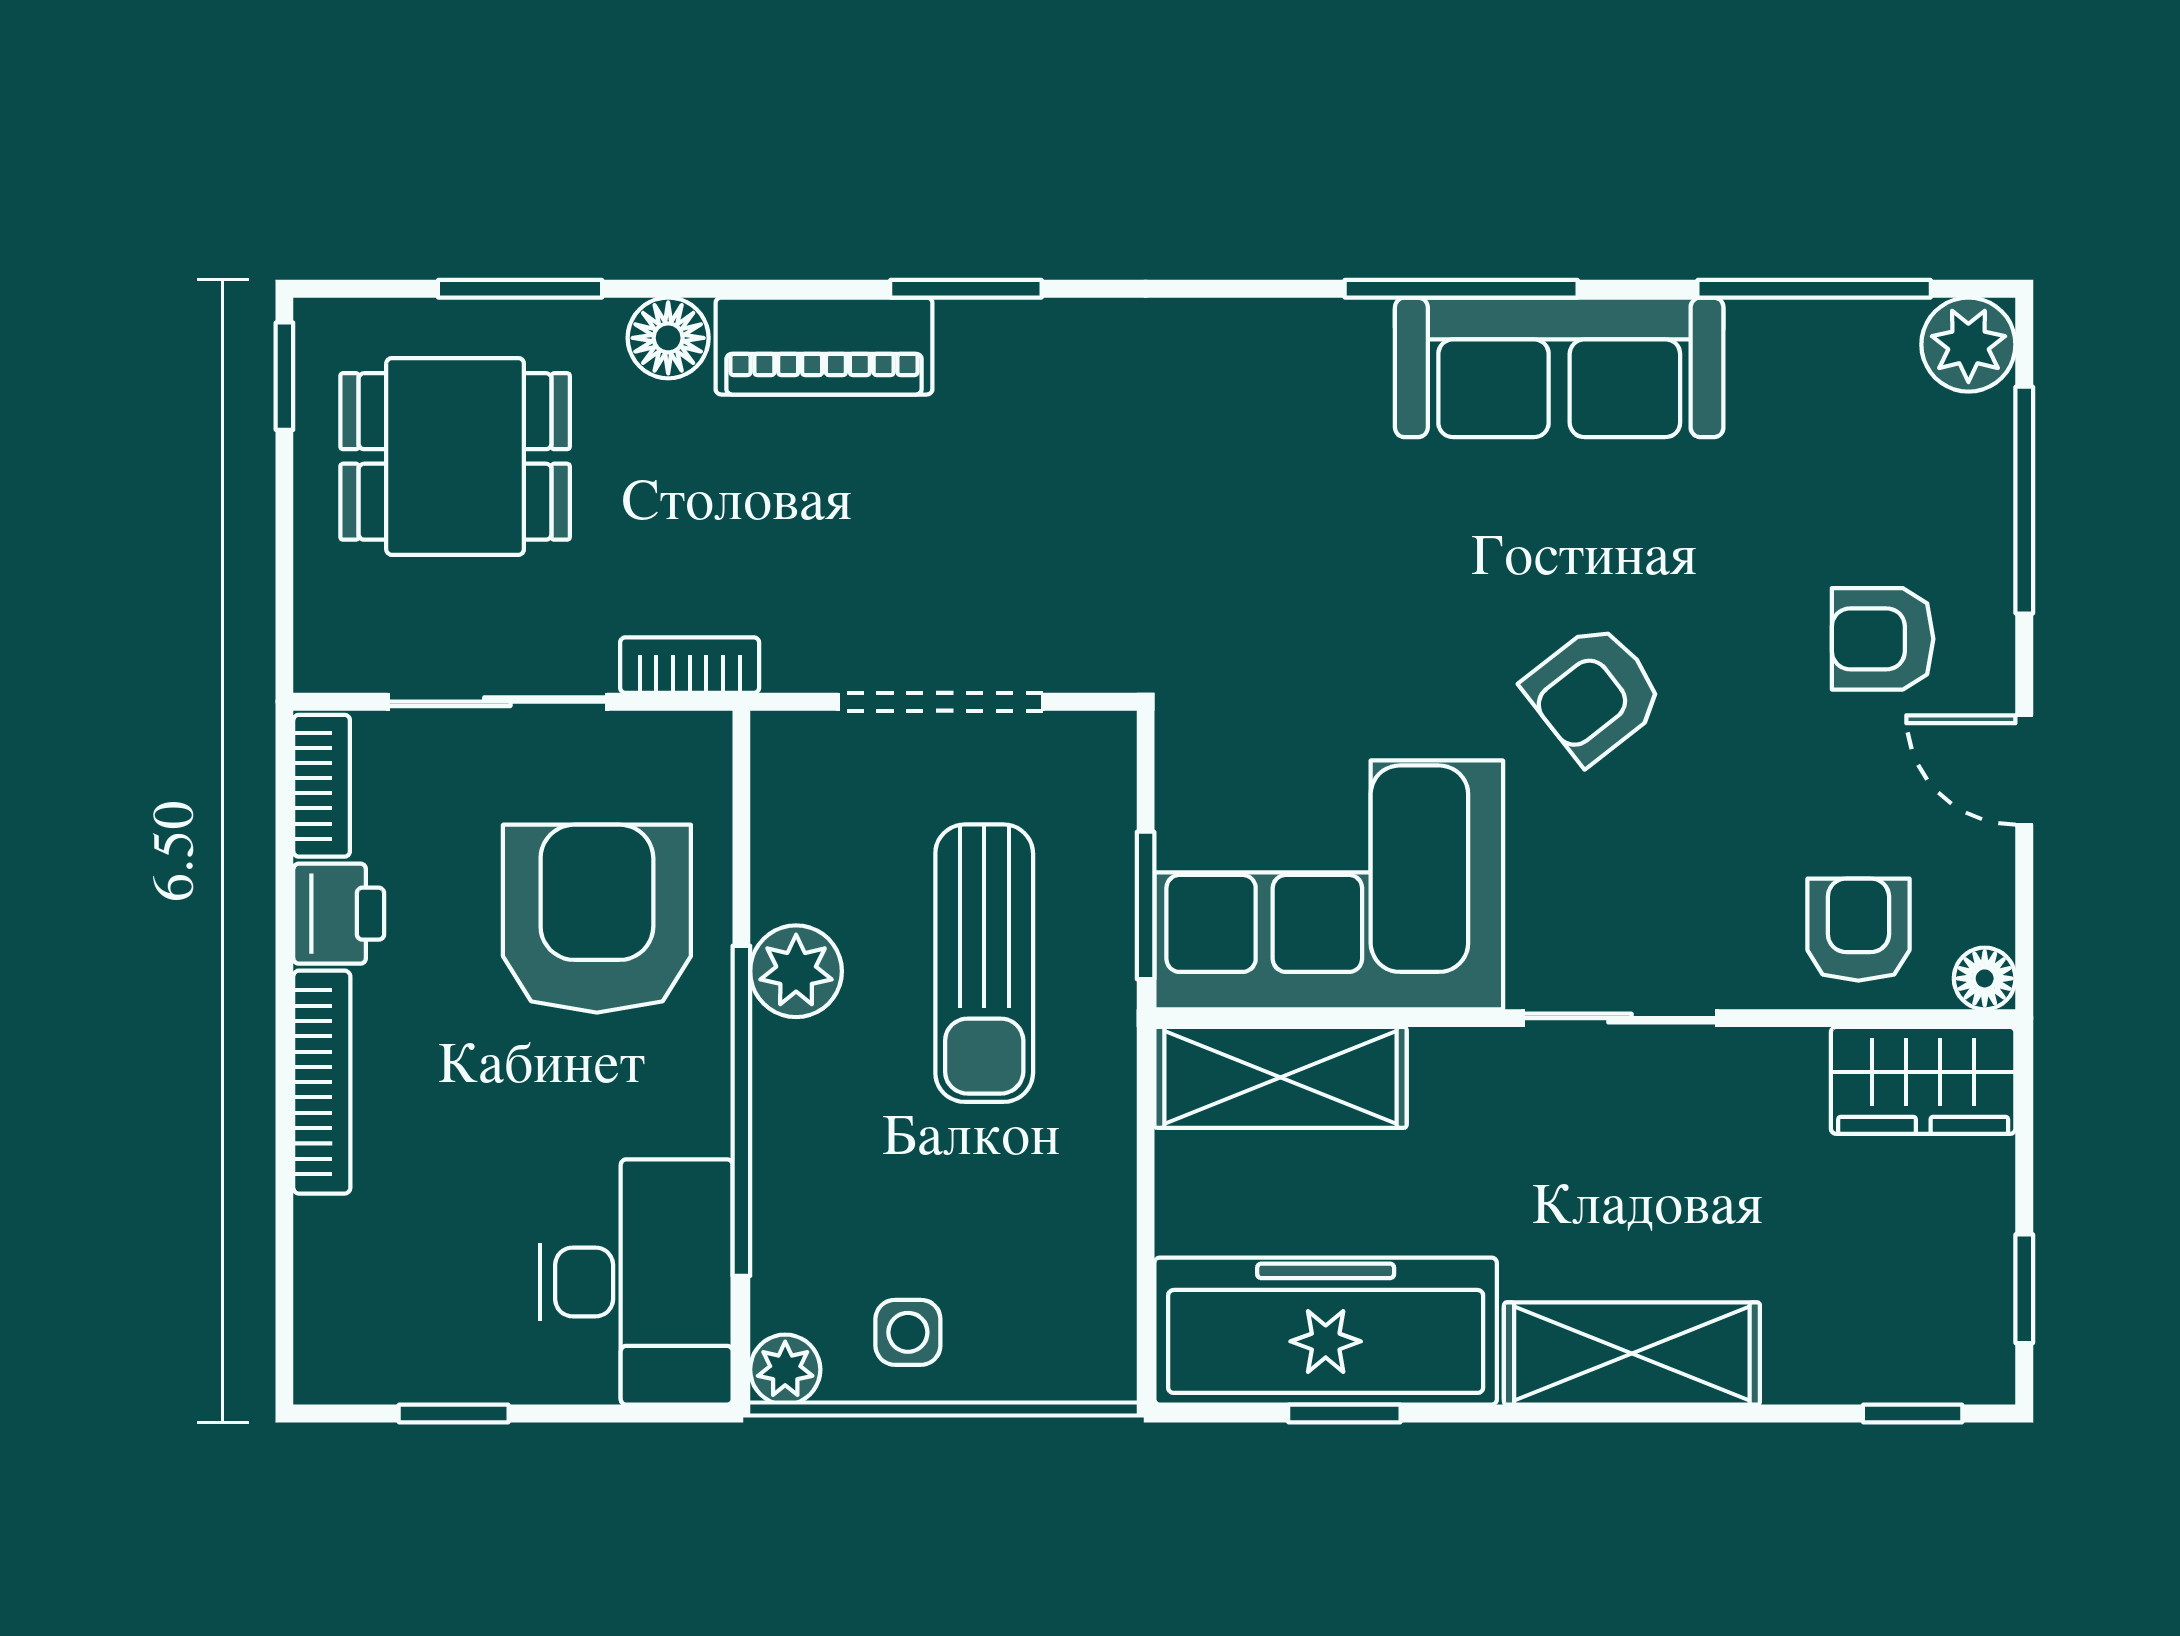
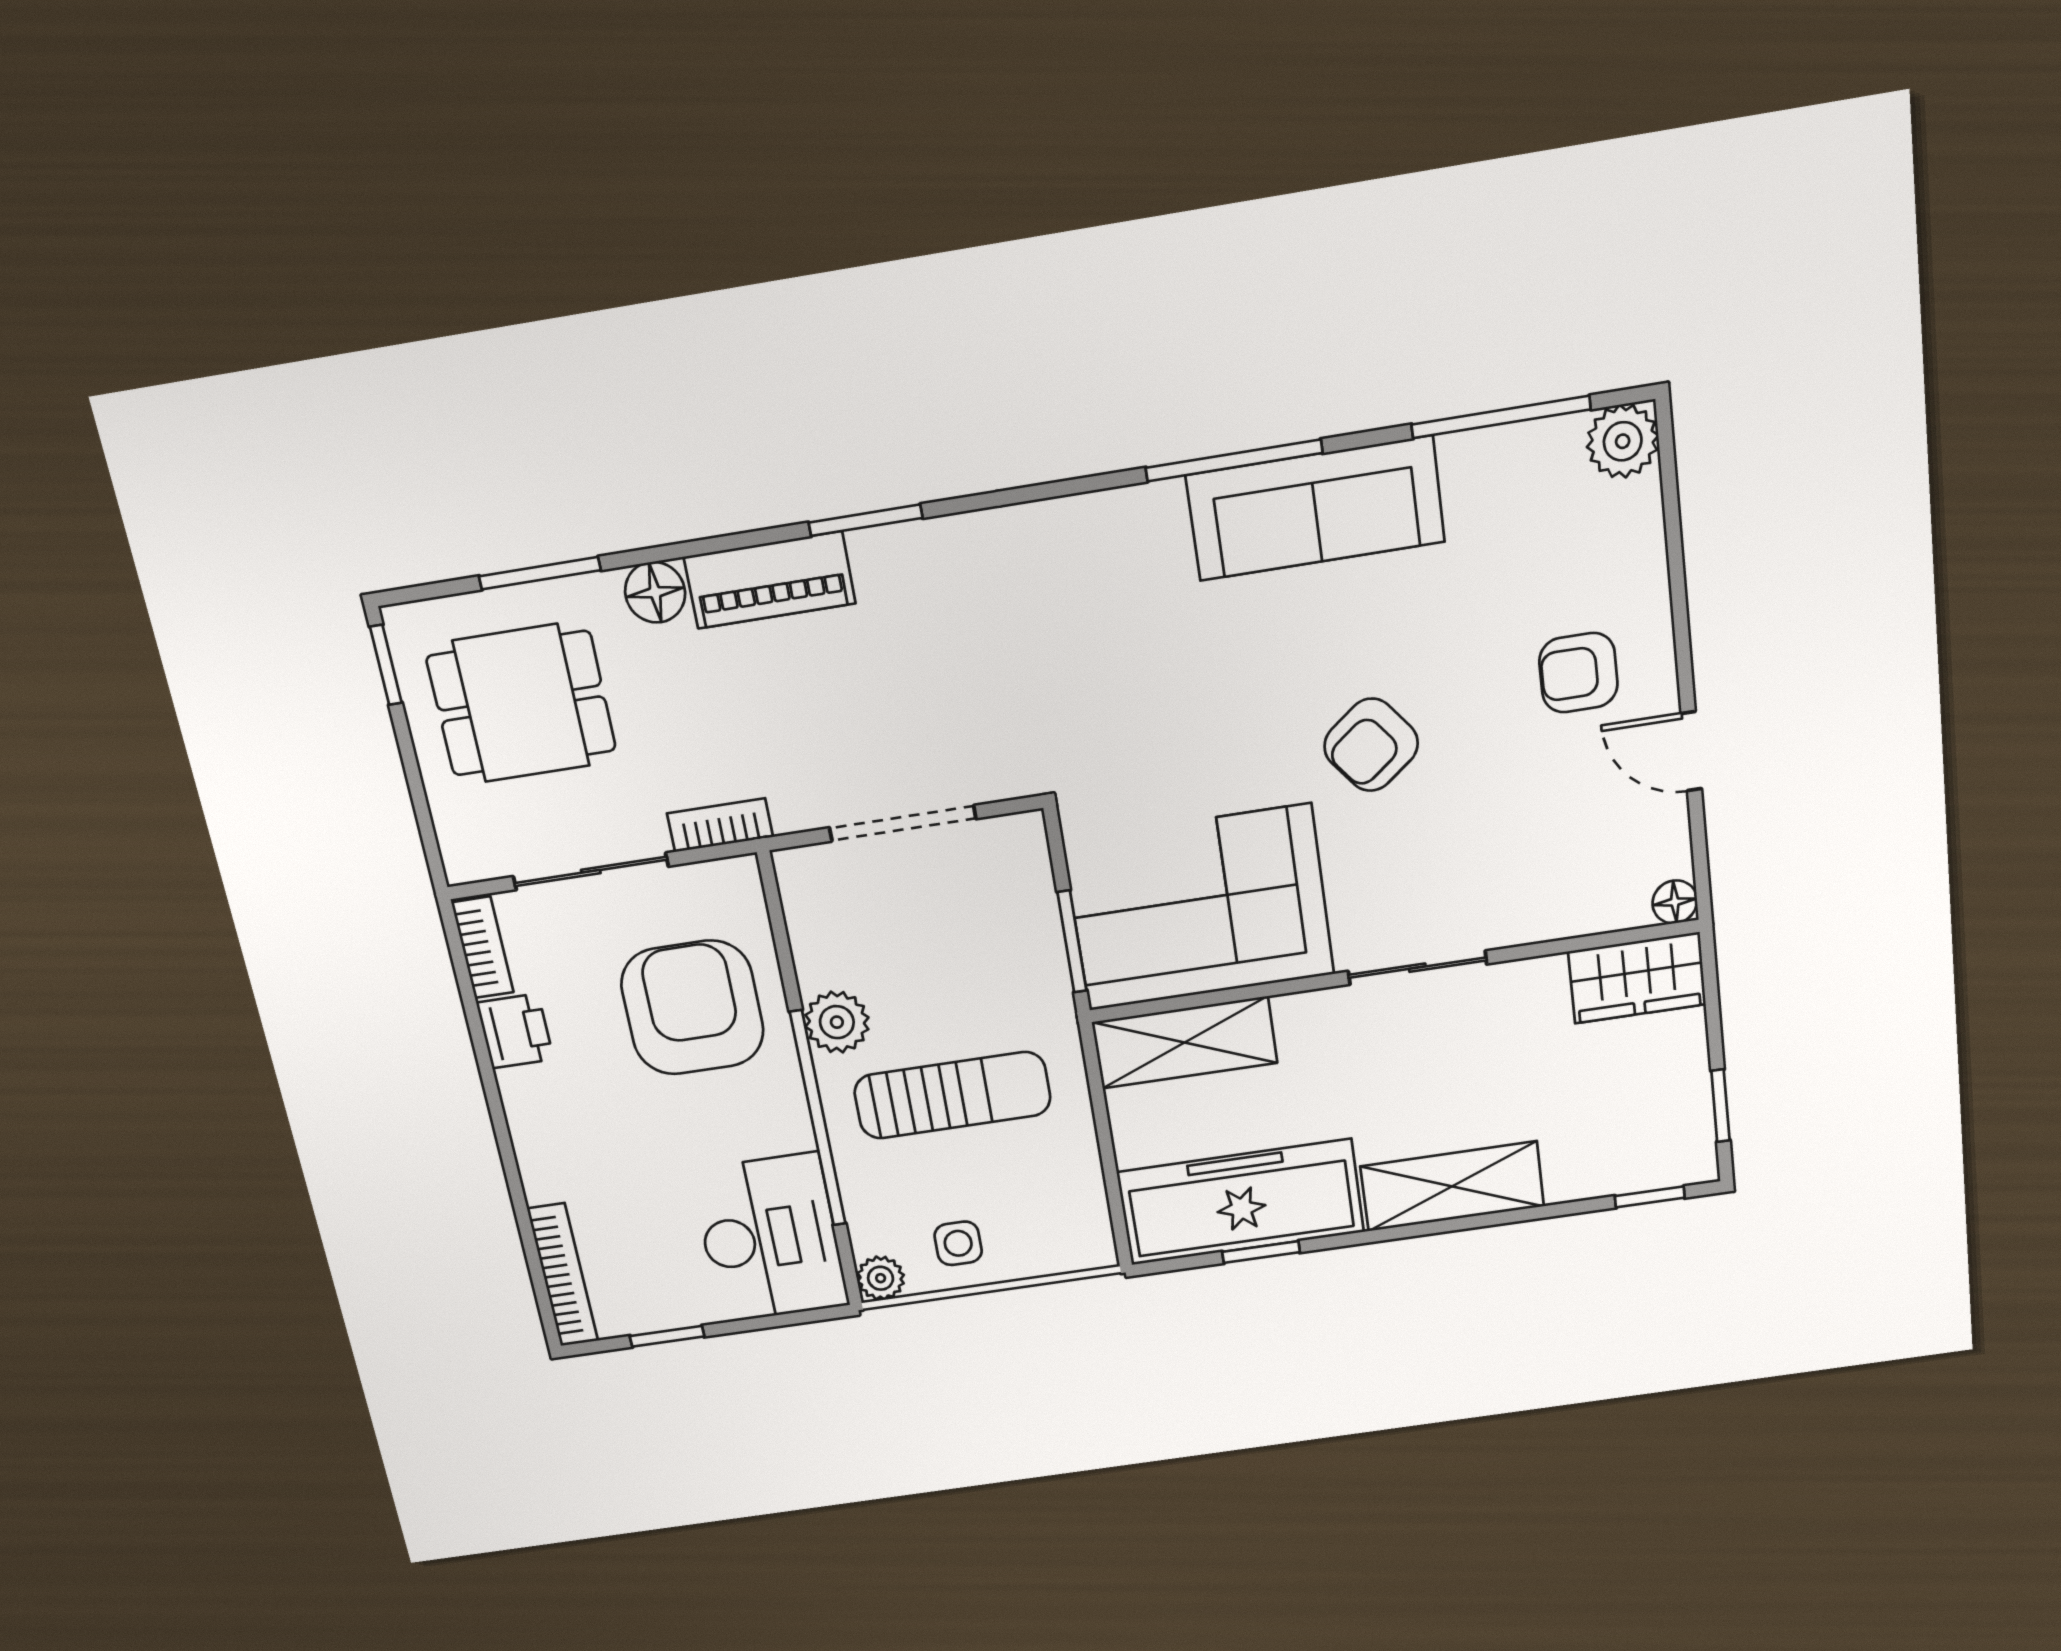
window: (2024, 500) -> (1675, 553), removed
armchair: (1858, 930) -> (1581, 882), removed
sun lounger: (984, 963) -> (952, 1095), moved, turned -90
bookcase: (322, 1082) -> (563, 1275), moved

